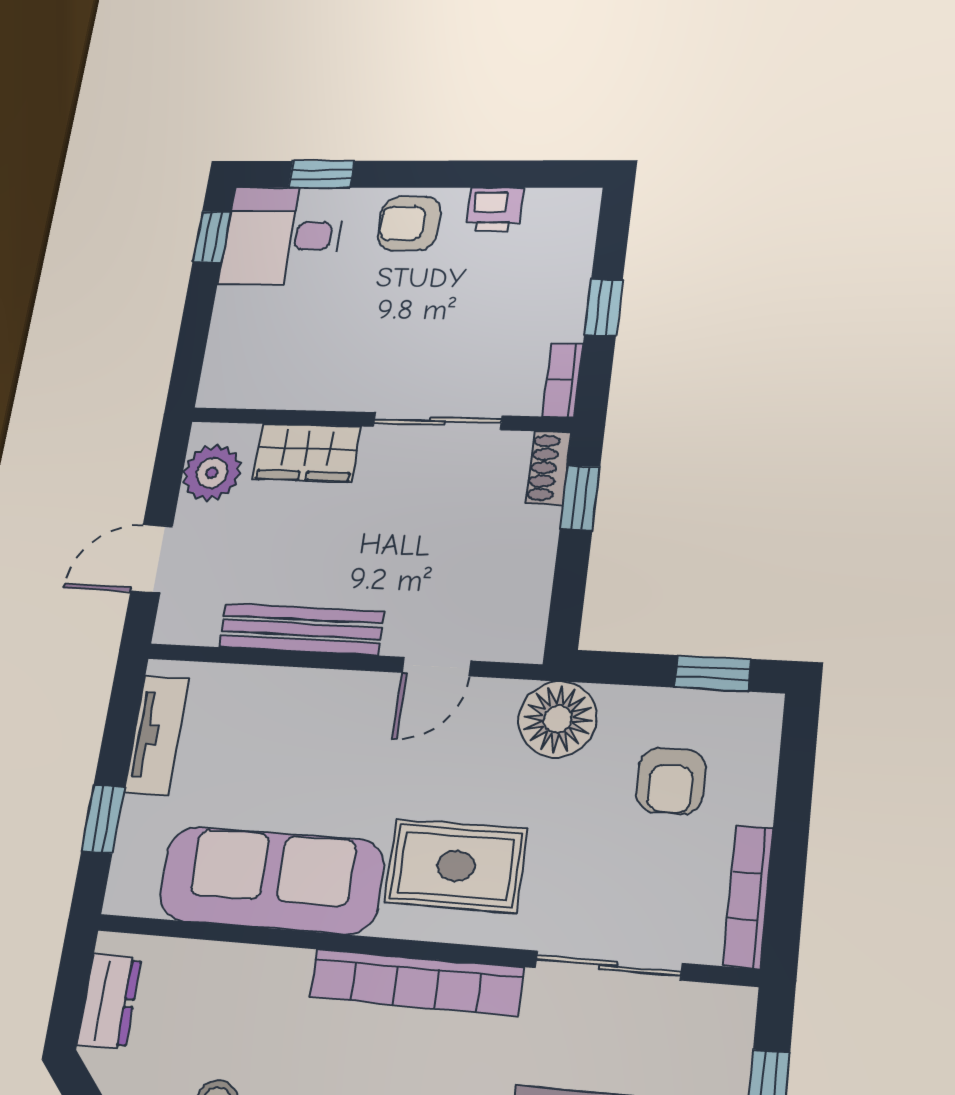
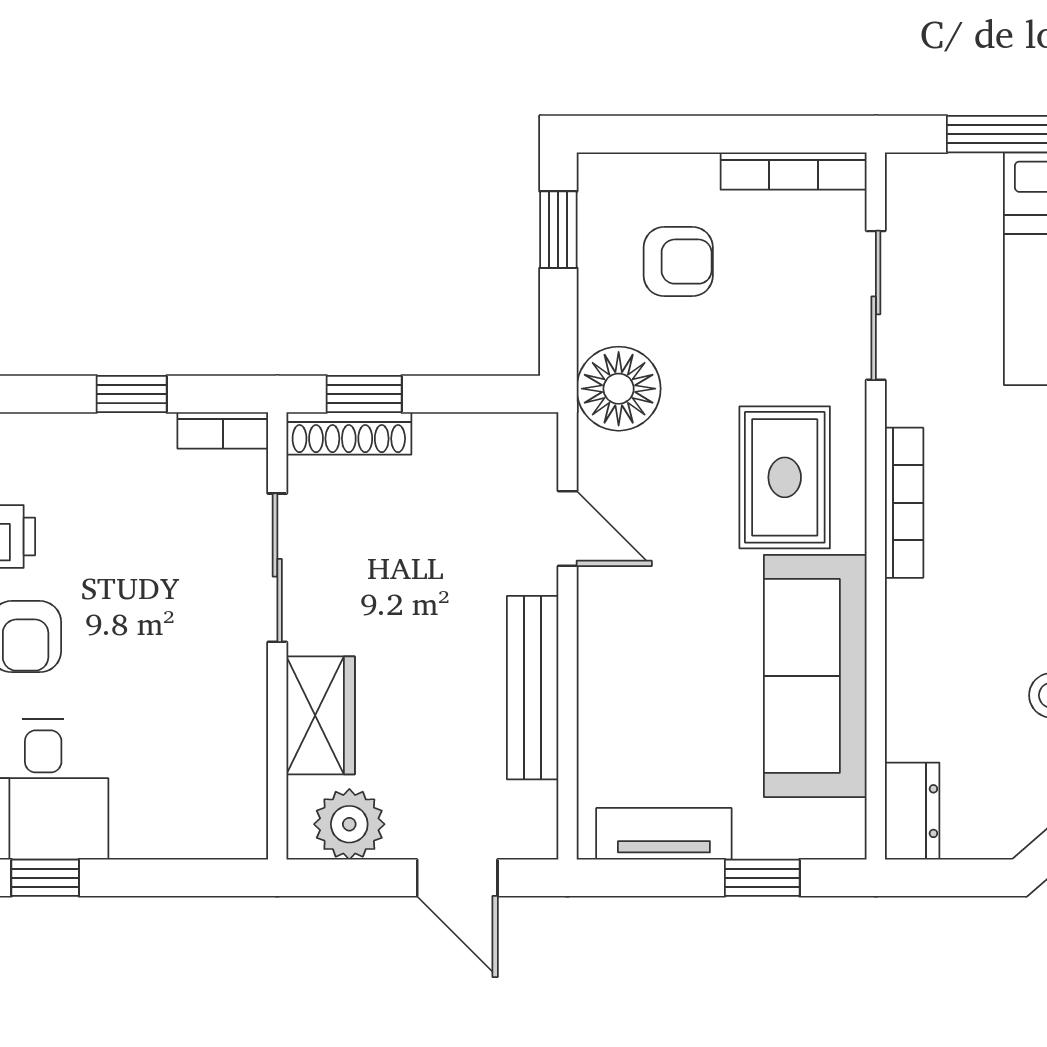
shoe rack: (548, 468) -> (349, 433), width x1.43
bookcase: (416, 982) -> (904, 503), width x0.68, depth x0.76
dresser: (109, 1001) -> (912, 811), moved, turned 90

